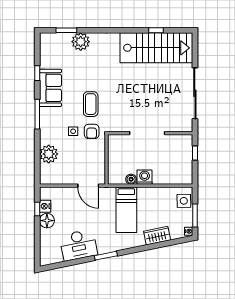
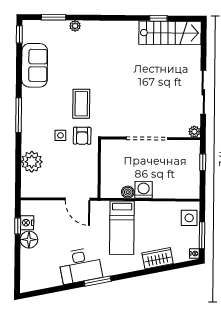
plant: (81, 42) -> (75, 26), width x0.53, depth x0.53
stairs: (156, 48) -> (170, 33), width x0.73, depth x0.66
window: (37, 73) -> (19, 34), moved
sofa: (50, 88) -> (35, 65), moved
sliding door: (195, 93) -> (203, 92), width x0.73
plant: (188, 127) -> (194, 132), added
desk: (78, 245) -> (80, 266), moved

